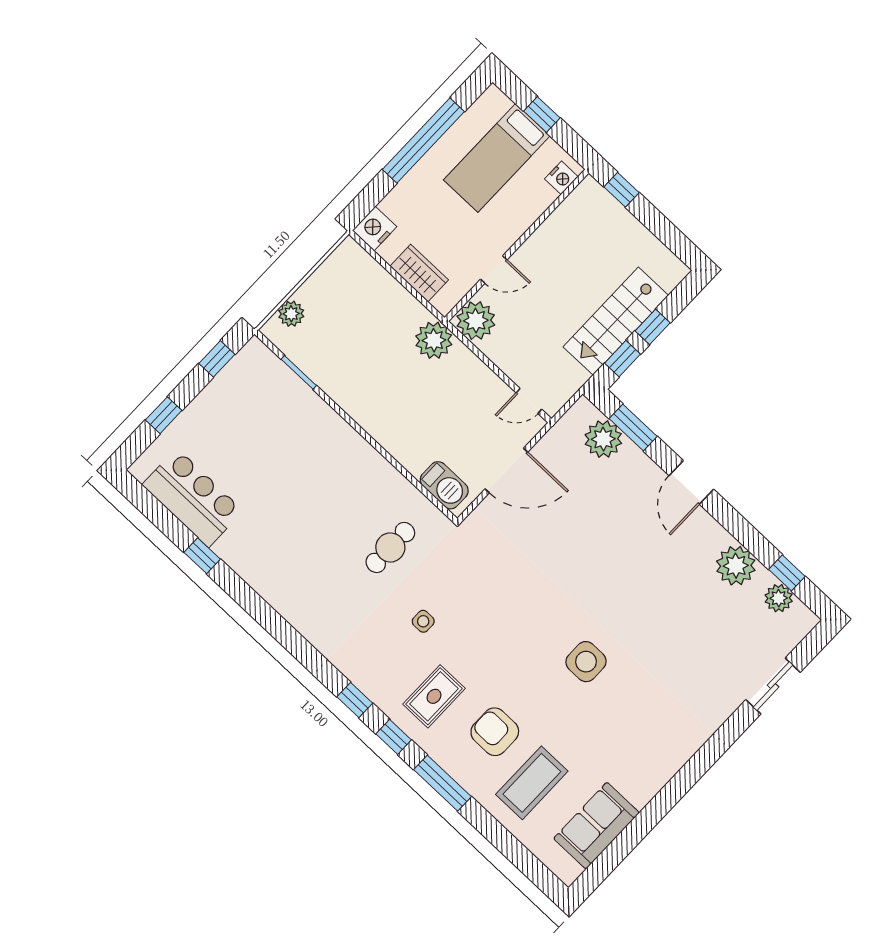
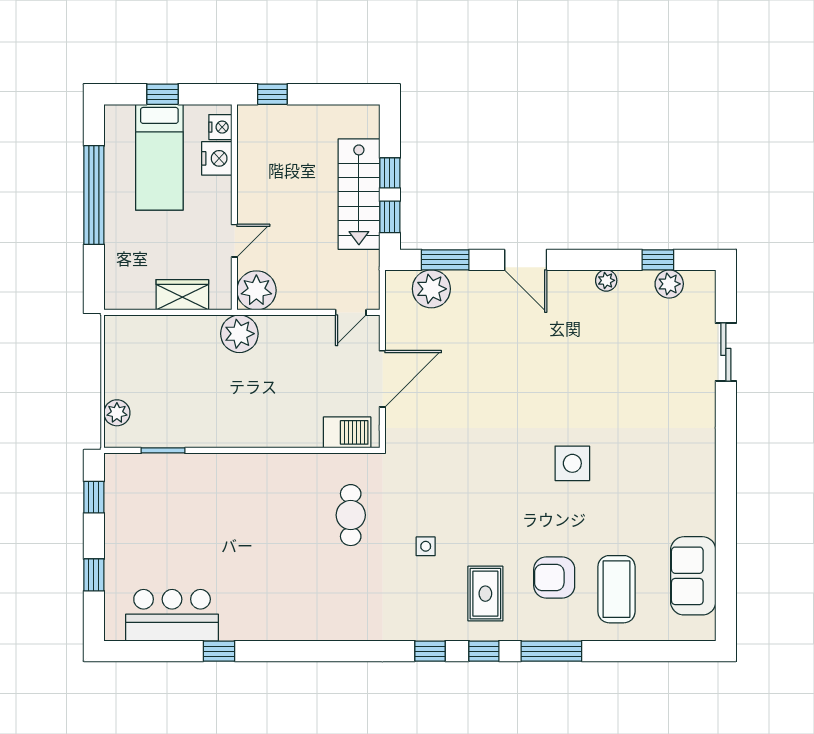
nightstand: (375, 229) -> (217, 158), moved, turned 180
plant: (736, 566) -> (606, 280), width x0.53, depth x0.53

